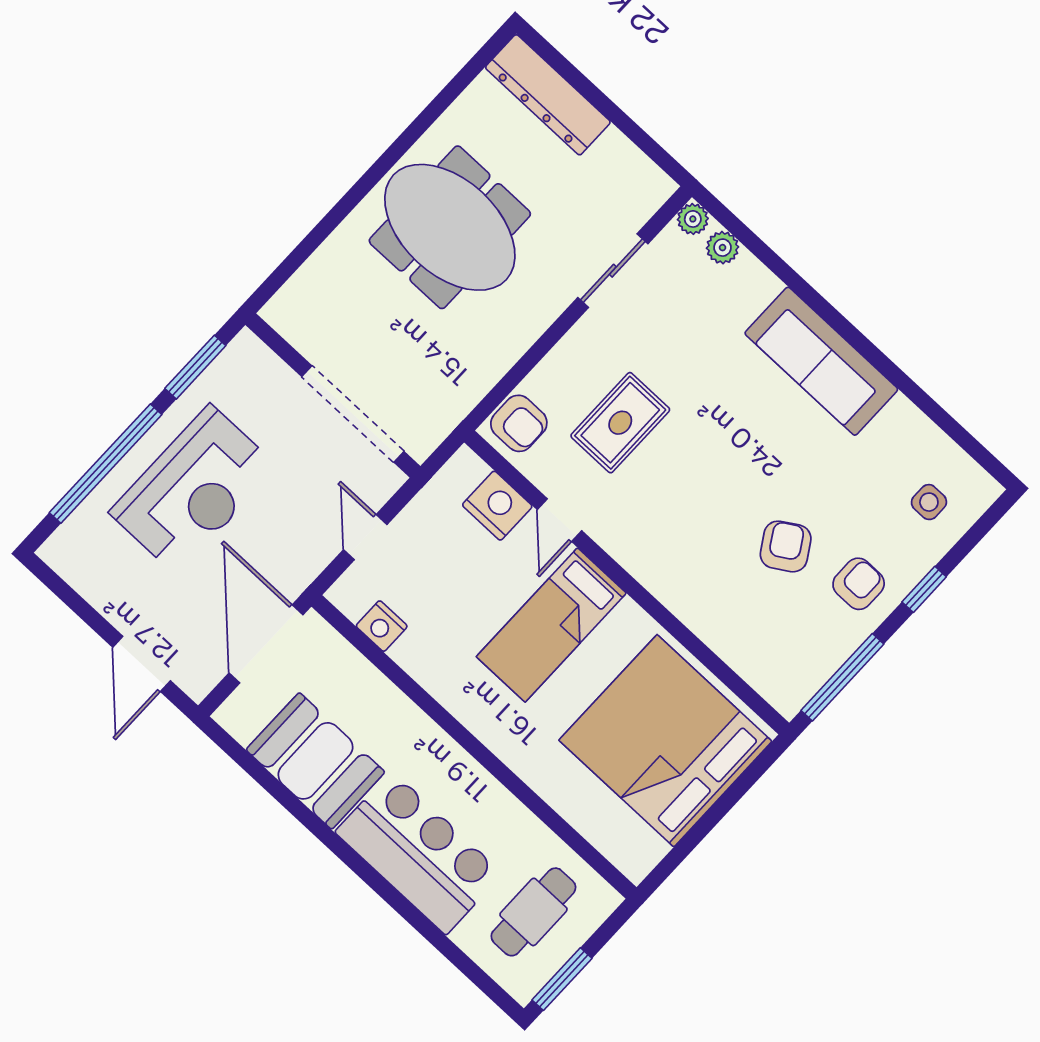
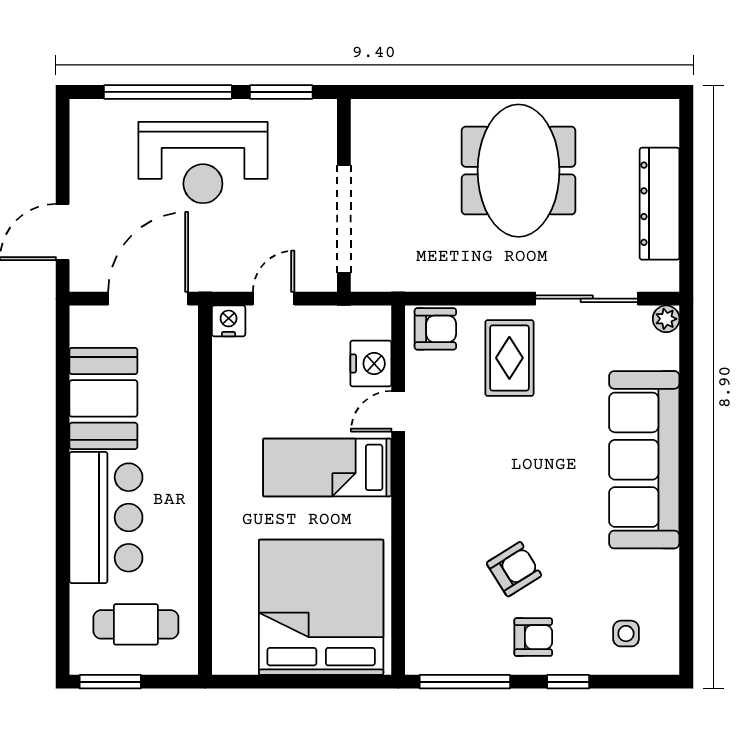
dresser: (548, 95) -> (660, 204), moved
plant: (723, 248) -> (665, 354), removed
sliding door: (613, 271) -> (587, 299), width x1.37
sofa: (821, 361) -> (644, 460), width x1.36, depth x1.27
armchair: (519, 423) -> (435, 329), turned -90
rug: (620, 423) -> (509, 358), moved, turned 90
nightstand: (382, 626) -> (229, 321), moved, turned 90

